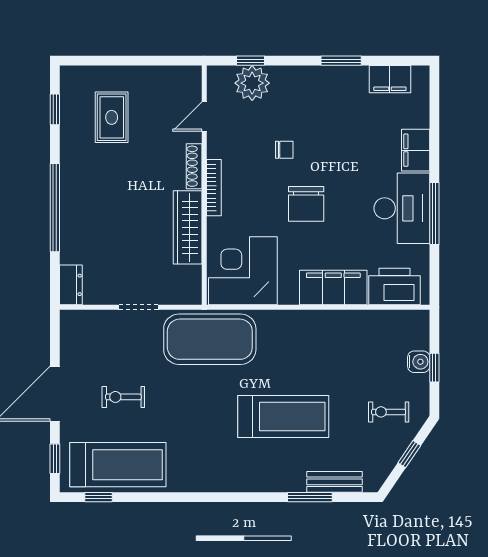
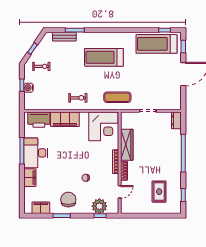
chair: (306, 204) -> (68, 200), moved
exercise mat: (210, 339) -> (117, 97), width x0.50, depth x0.69
exercise bike: (123, 397) -> (78, 98), moved
treadmill: (283, 416) -> (104, 57), moved

